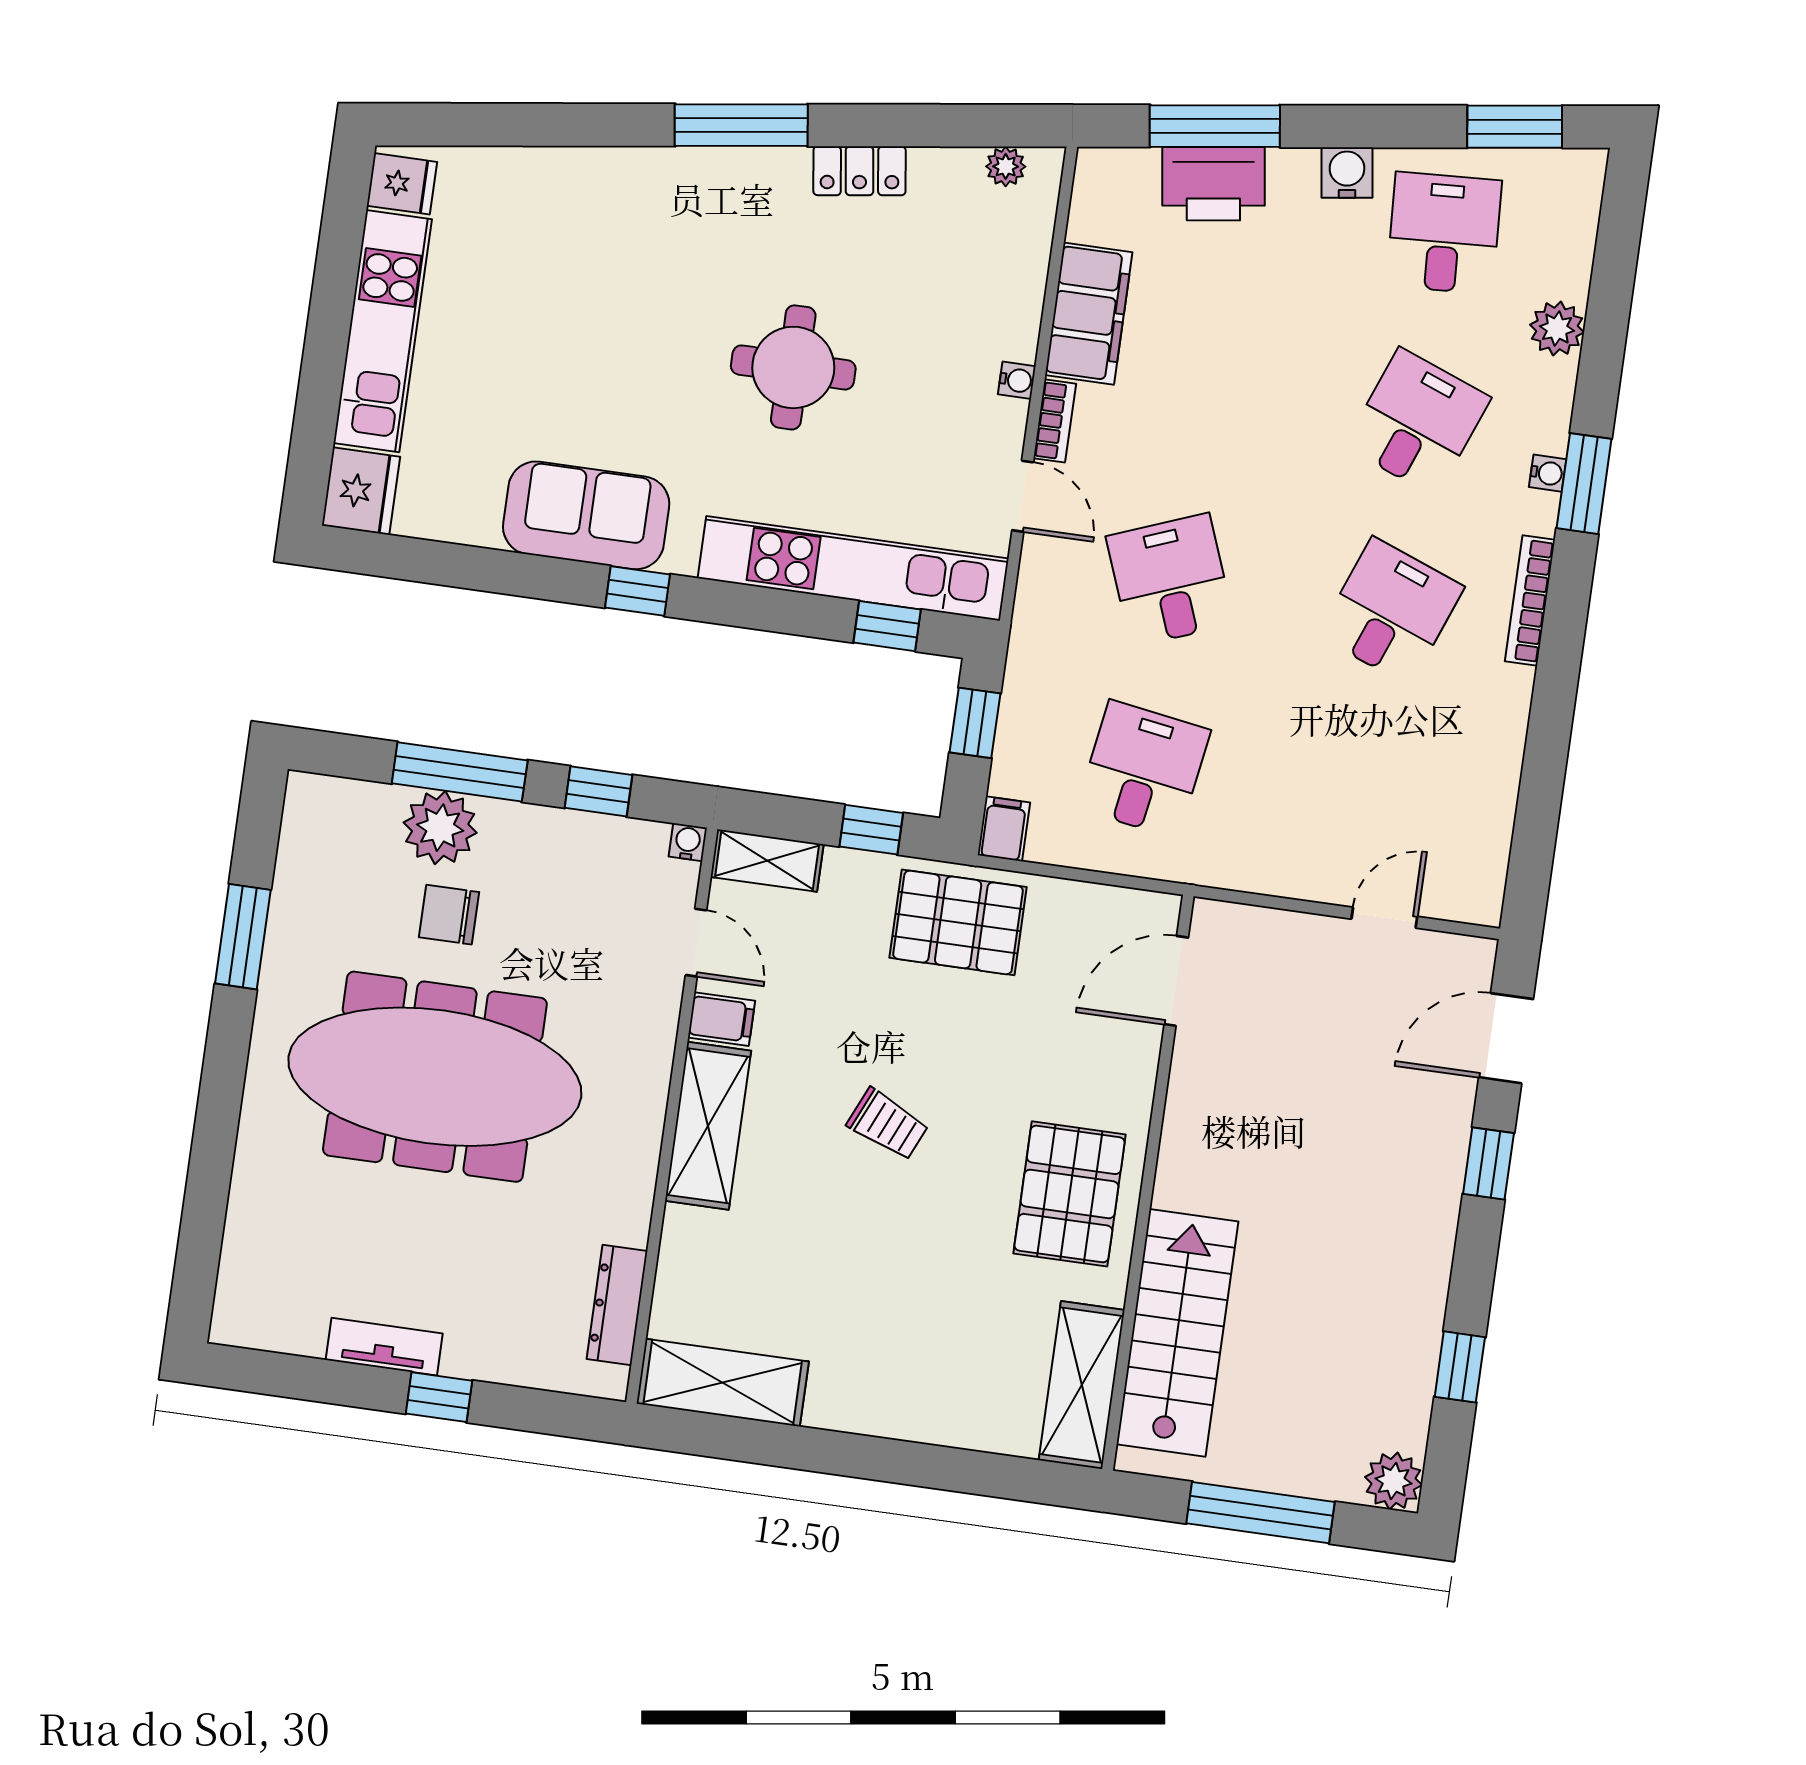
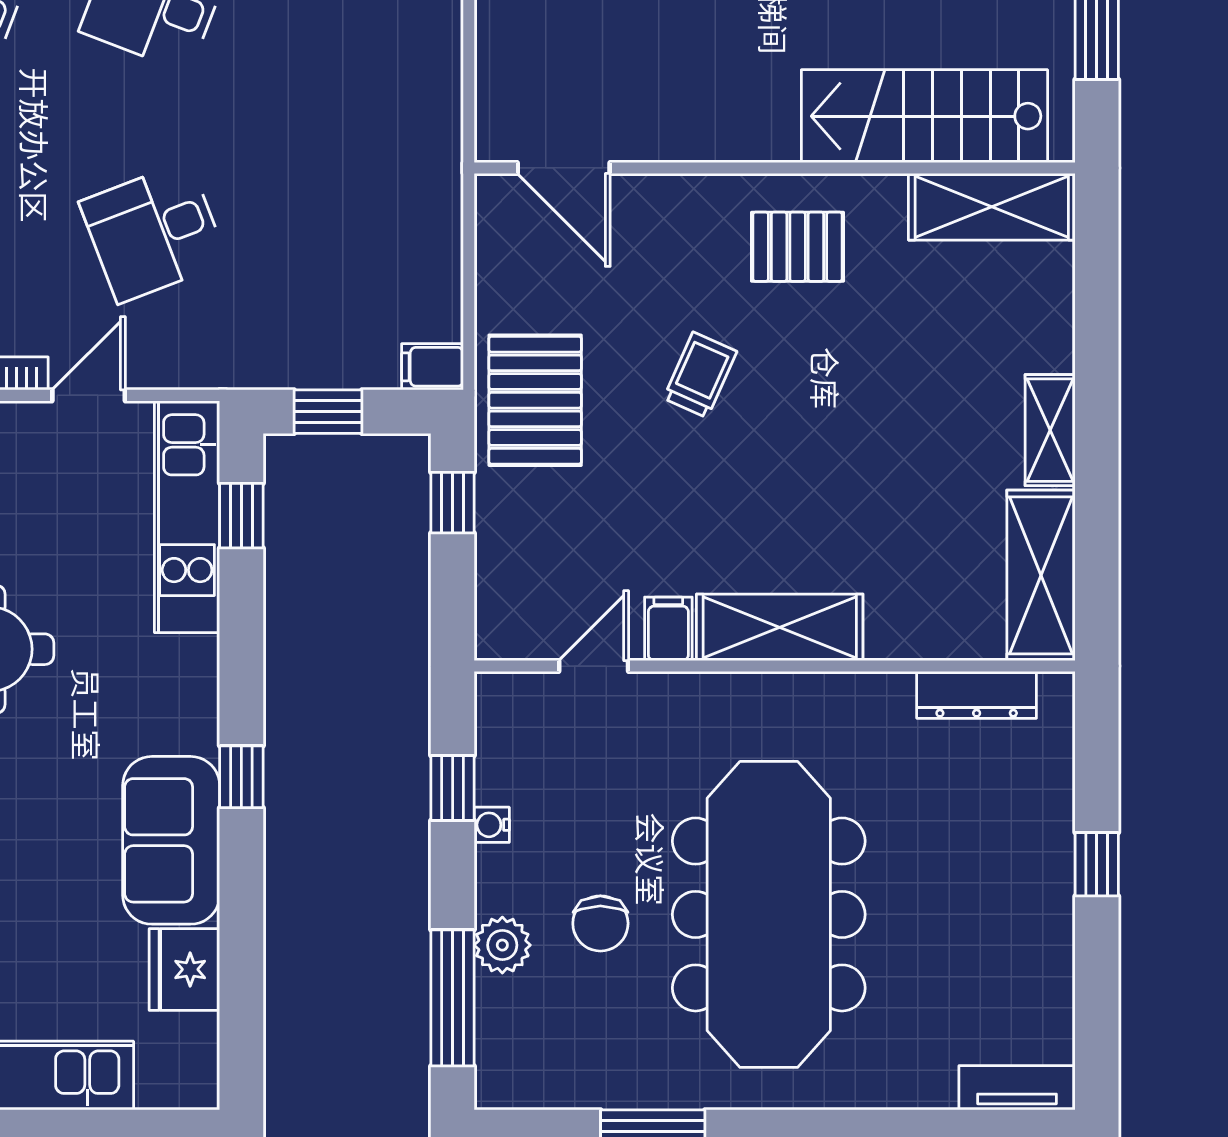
fridge: (361, 491) -> (184, 969), moved, turned -90
kitchen unit: (853, 568) -> (187, 517), width x0.73
desk: (1144, 769) -> (351, 232), removed
window: (460, 772) -> (453, 998), moved
plant: (440, 828) -> (502, 945), width x0.73, depth x0.73
water cooler: (688, 842) -> (492, 825), moved
shelving: (767, 861) -> (1050, 430), moved
trolley: (888, 1124) -> (700, 375), moved
pallet: (1070, 1194) -> (798, 247), width x0.67, depth x0.71
tv unit: (384, 1347) -> (1017, 1088), moved, turned 90

